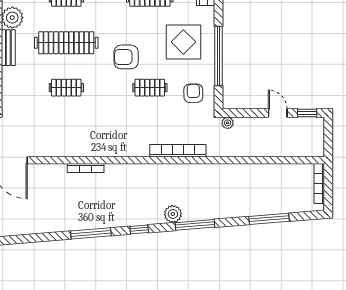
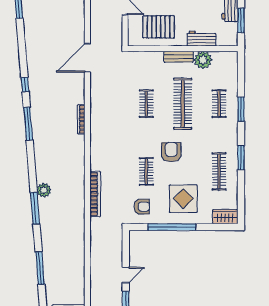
plant: (228, 123) -> (118, 234), removed
window: (139, 229) -> (25, 85), moved

